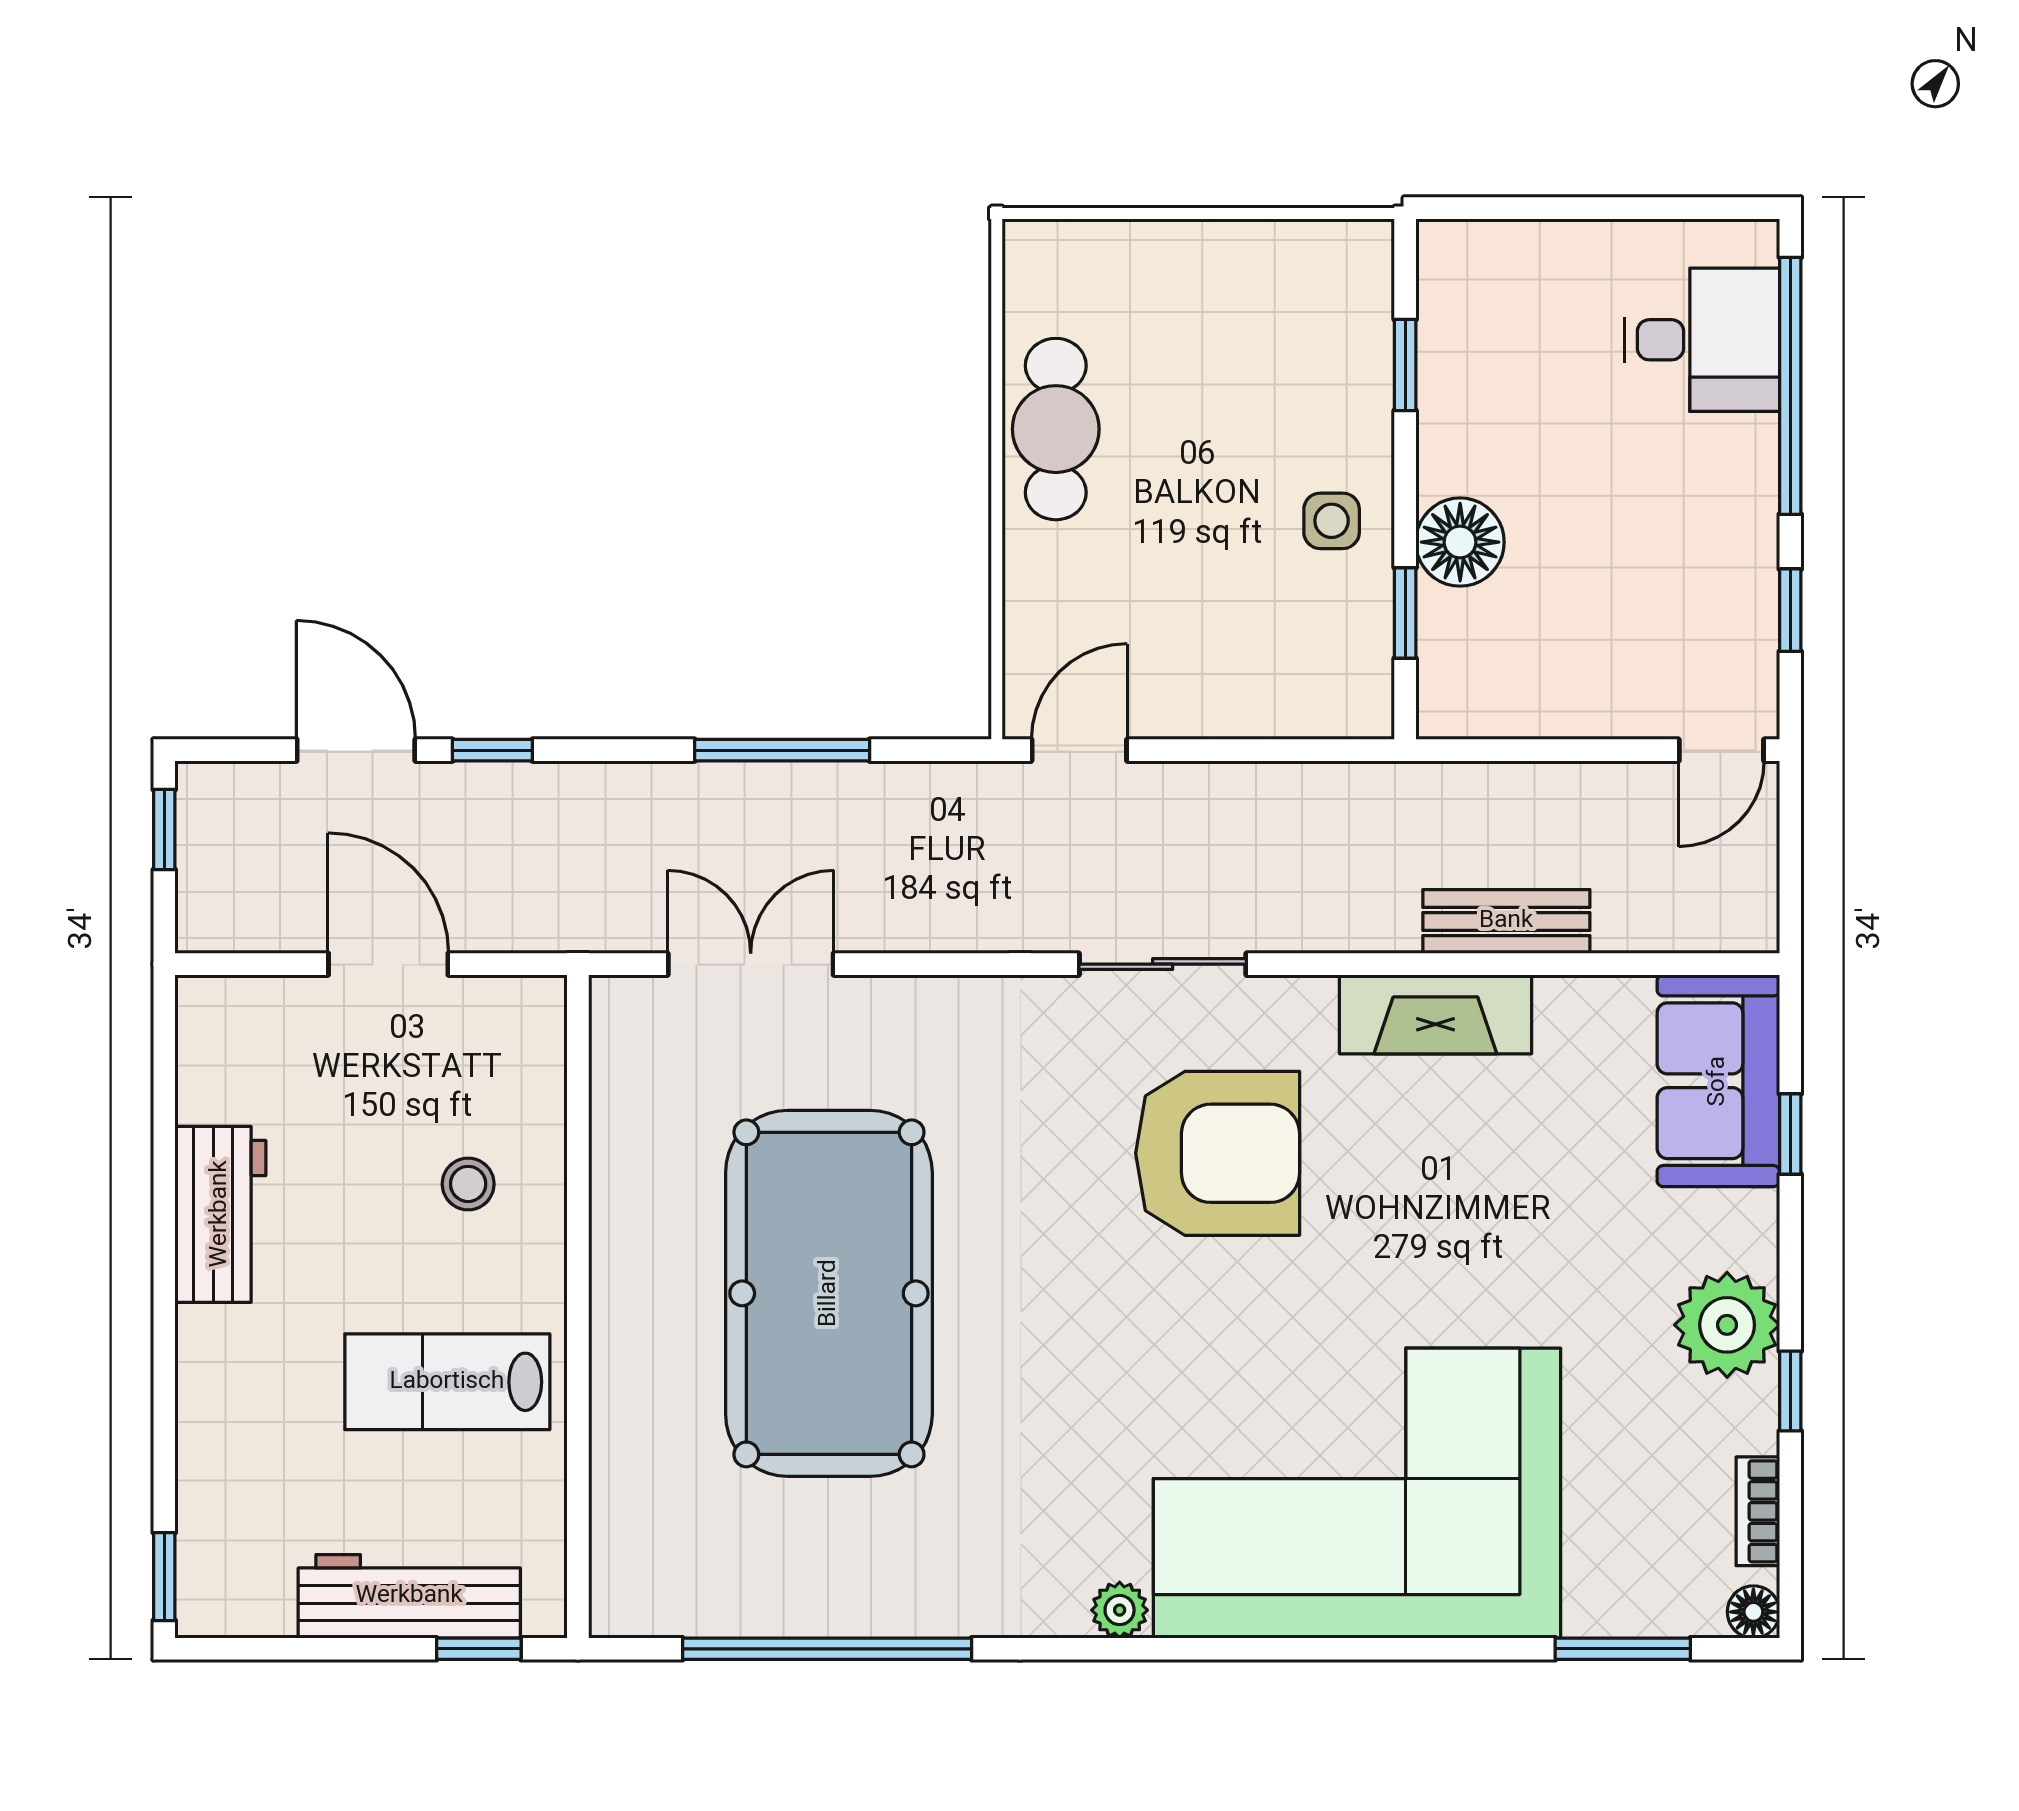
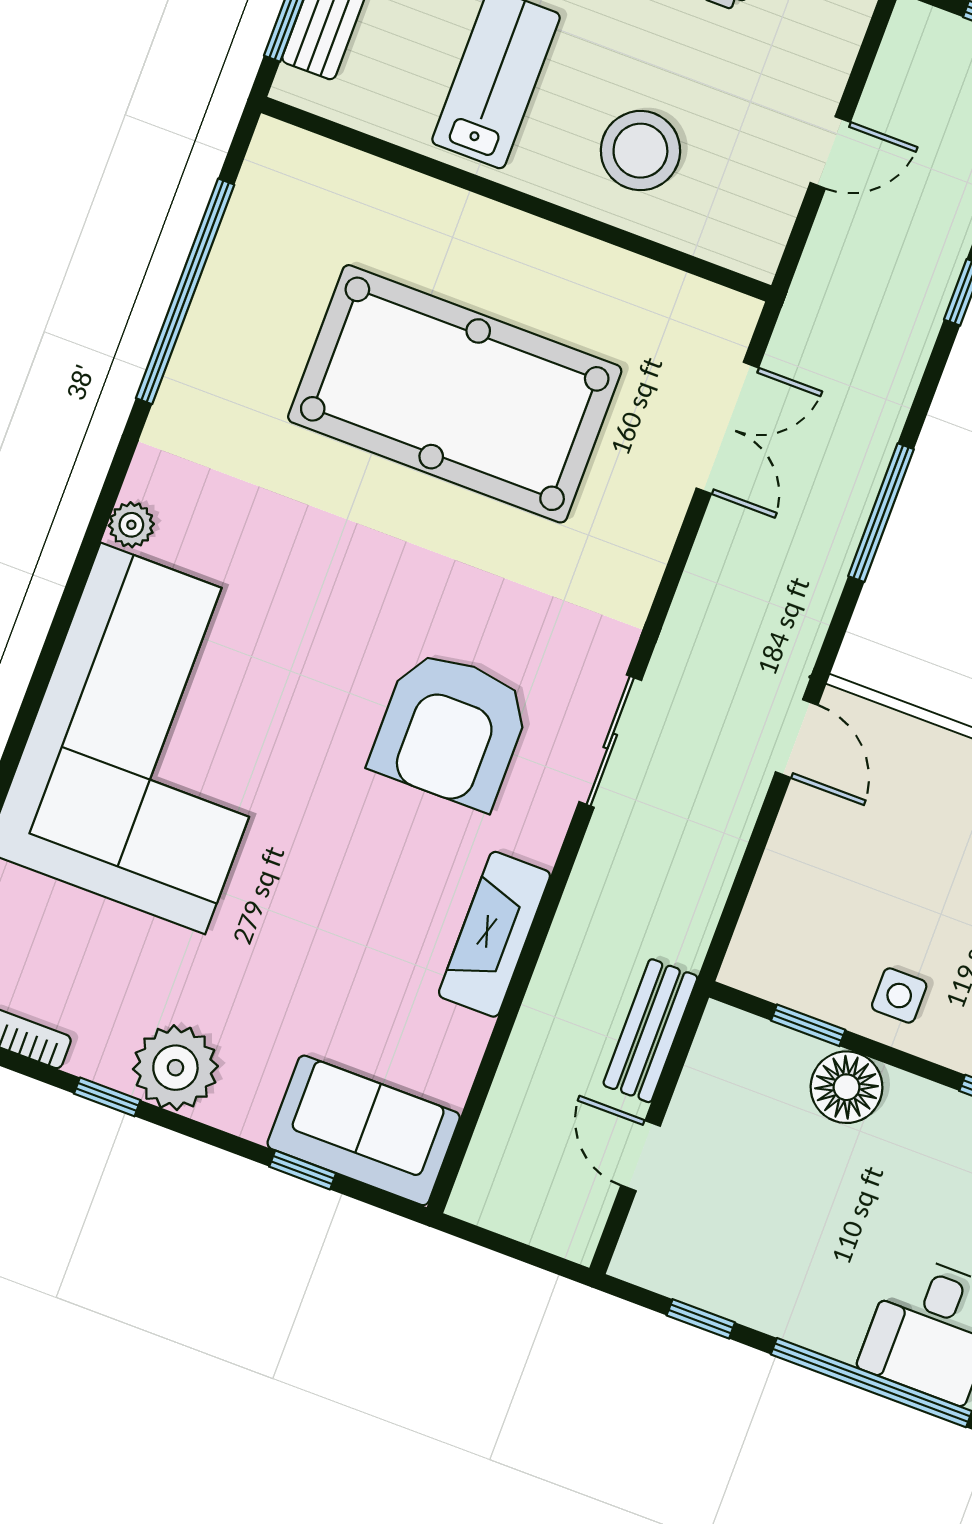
door: (1721, 750) -> (641, 1156), moved
bench: (1506, 921) -> (650, 1031), moved
door: (388, 964) -> (830, 152), width x0.73
stool: (468, 1184) -> (640, 151), width x1.89, depth x1.89

